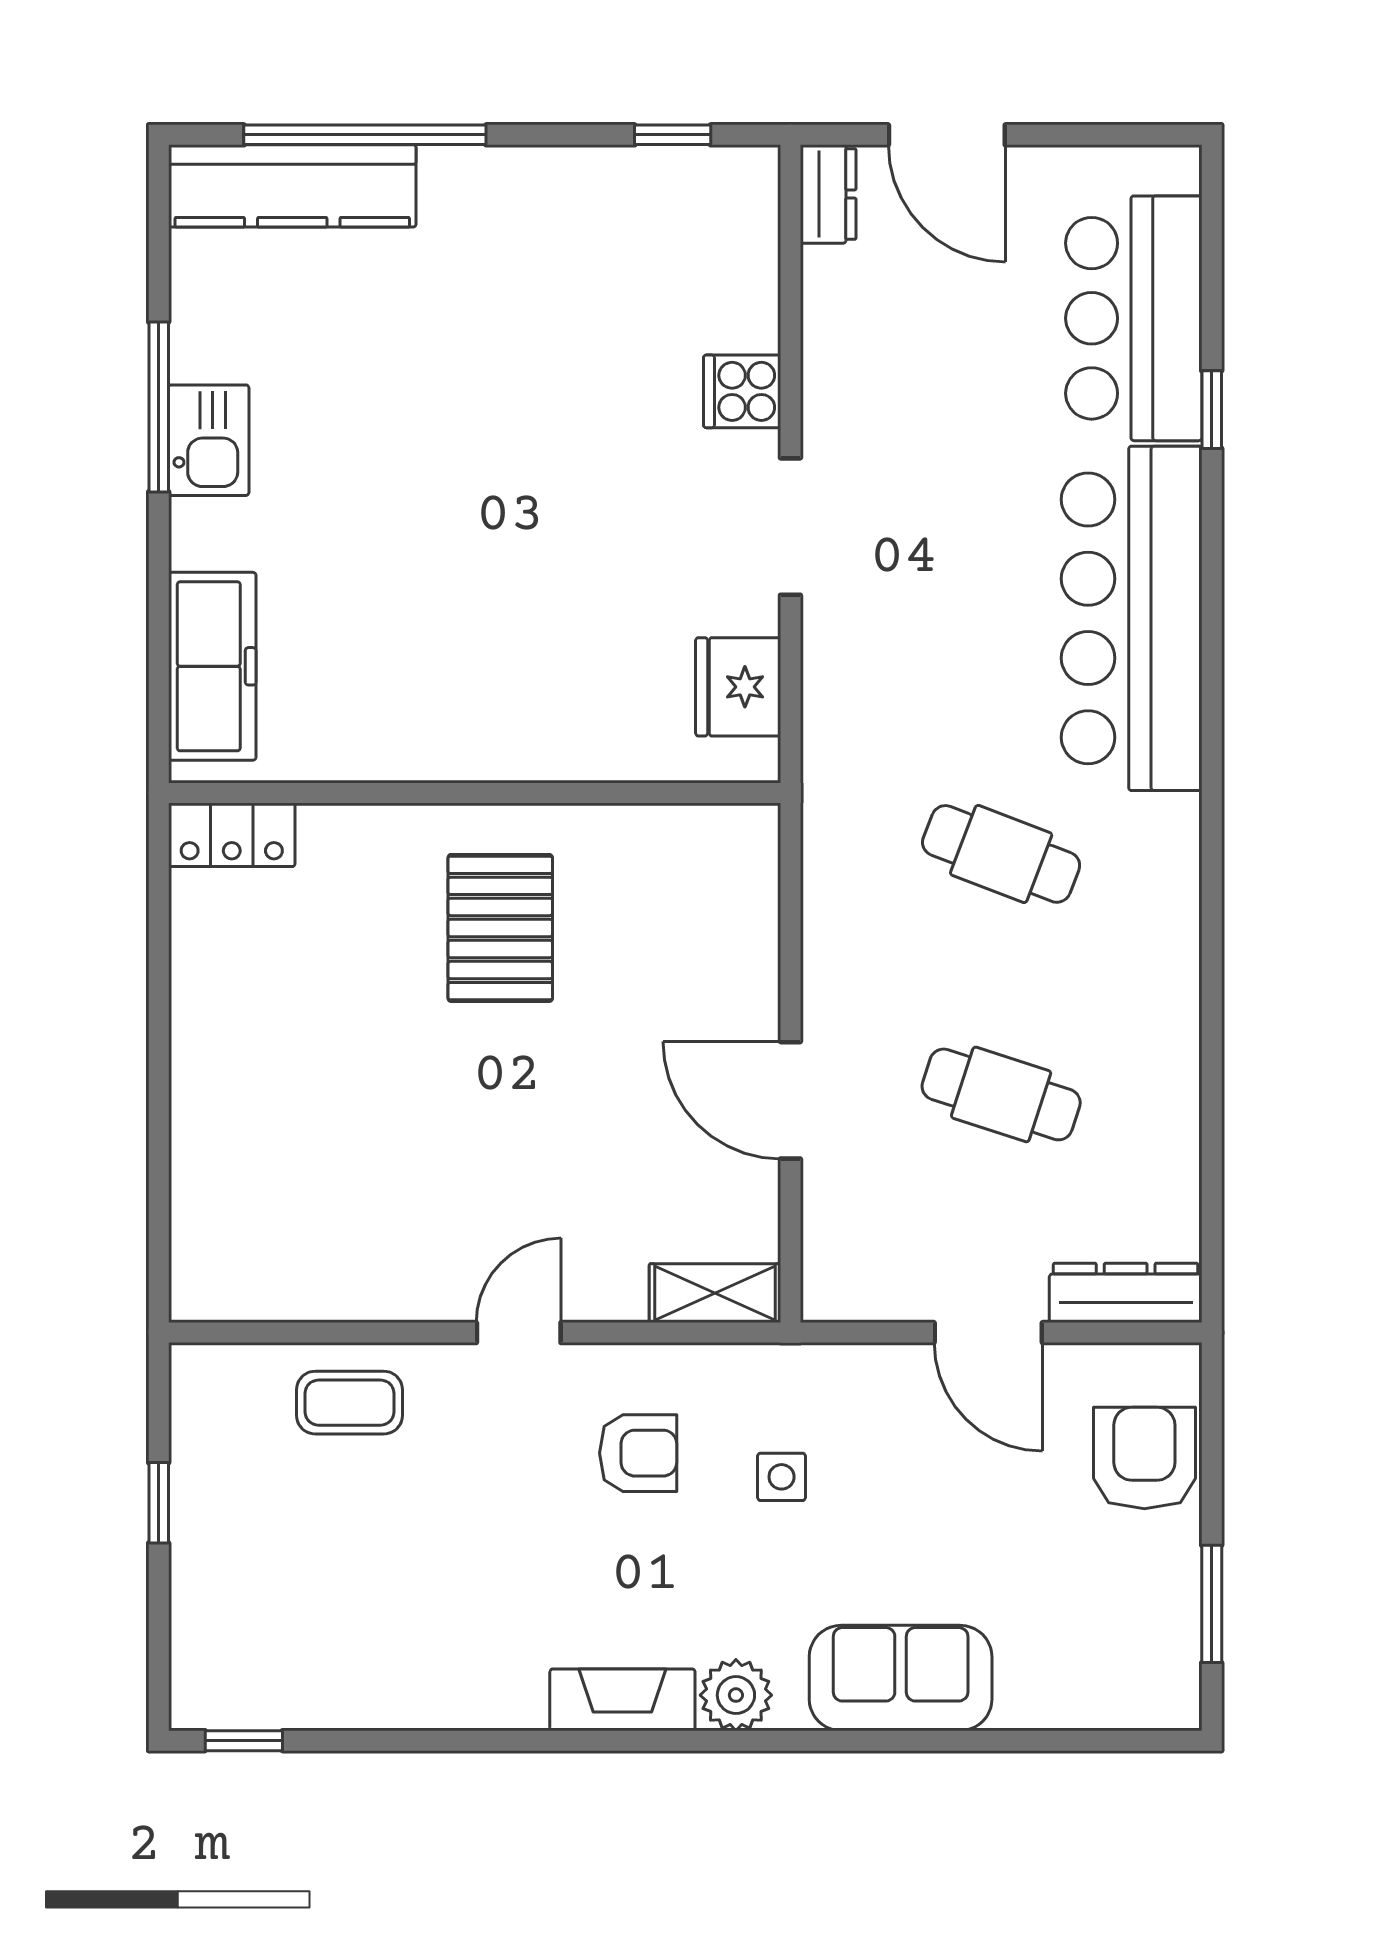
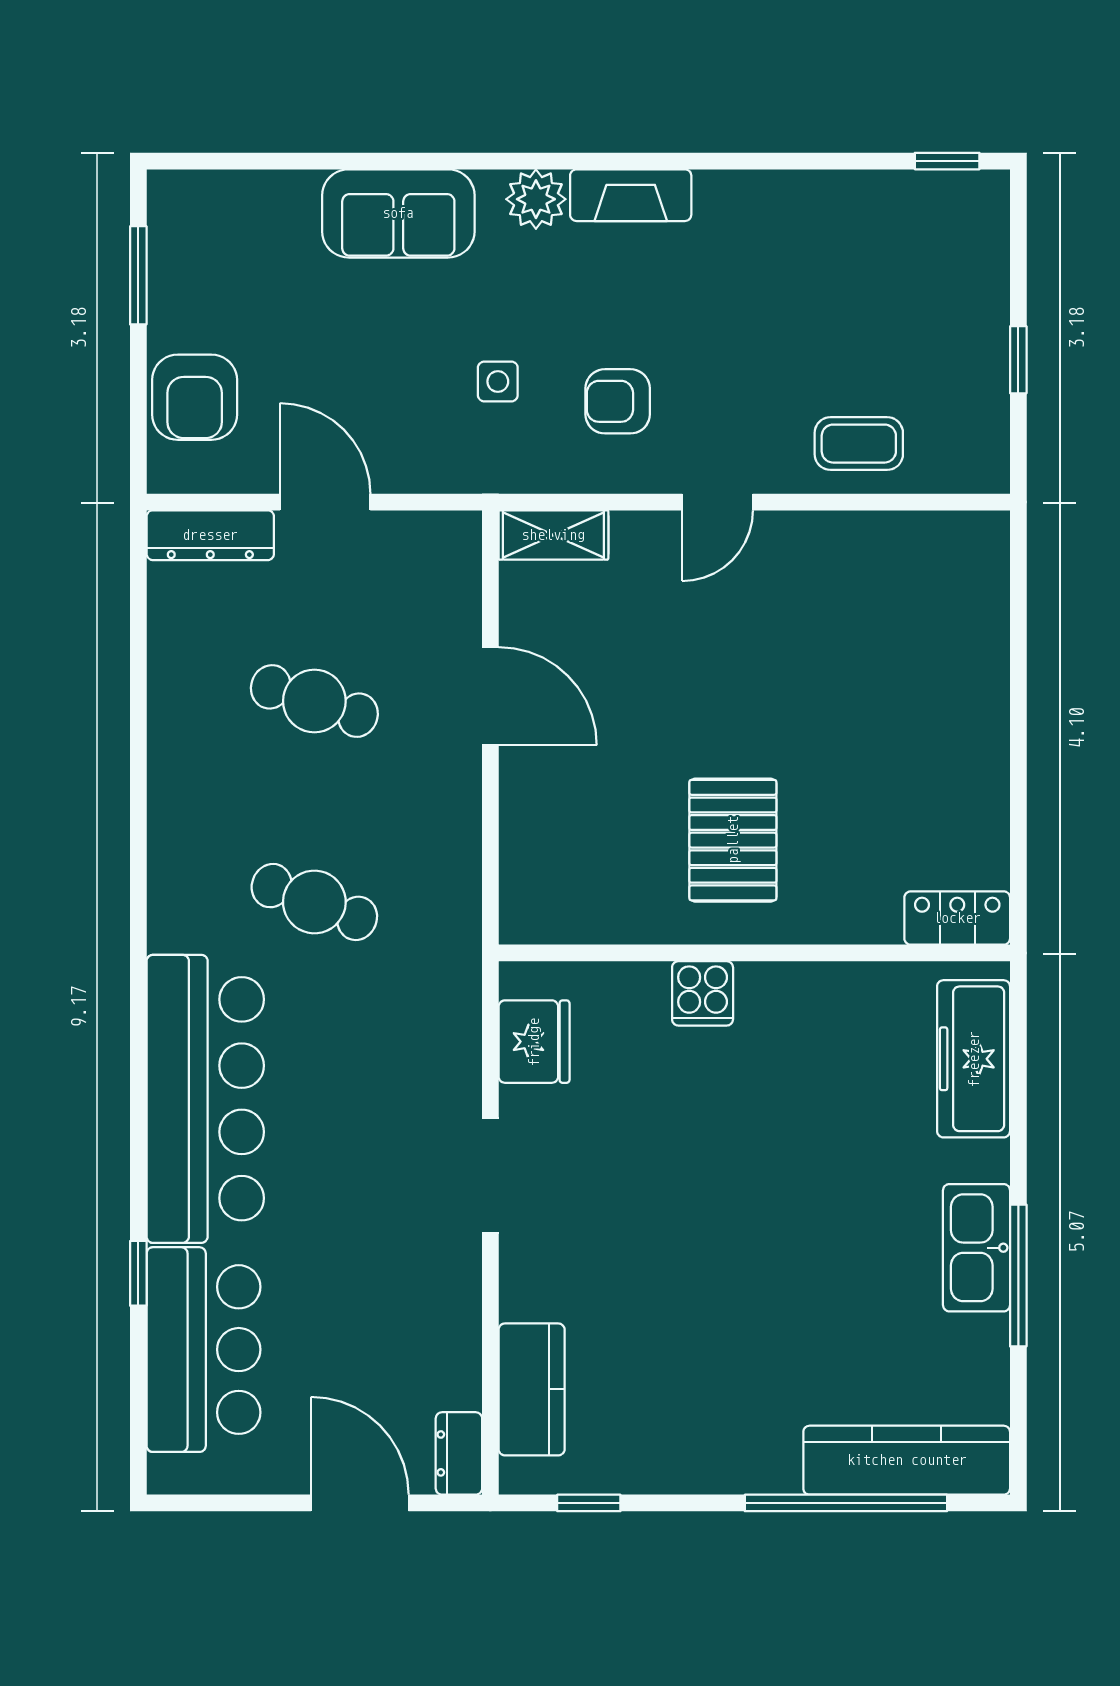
kitchen counter: (741, 271) -> (532, 1389), added
cooker: (742, 391) -> (703, 993), moved, turned 90
kitchen sink: (209, 440) -> (976, 1248), width x1.38

